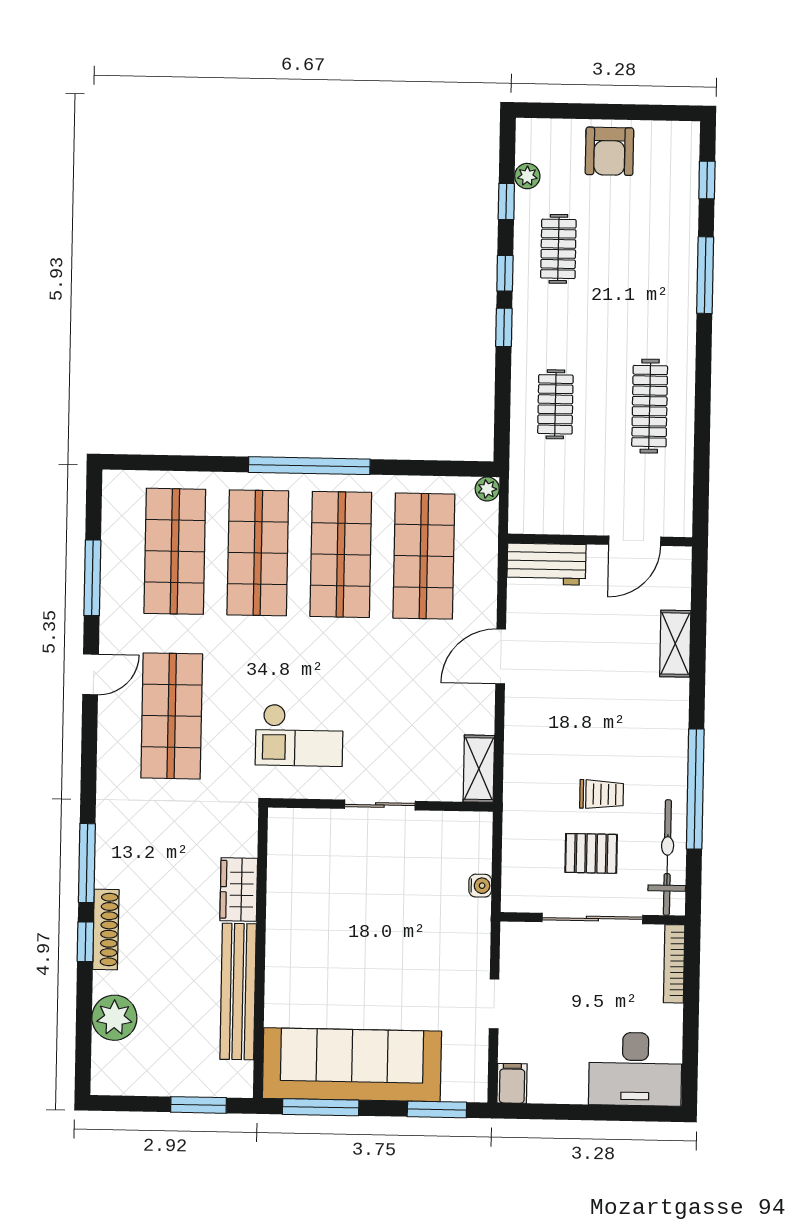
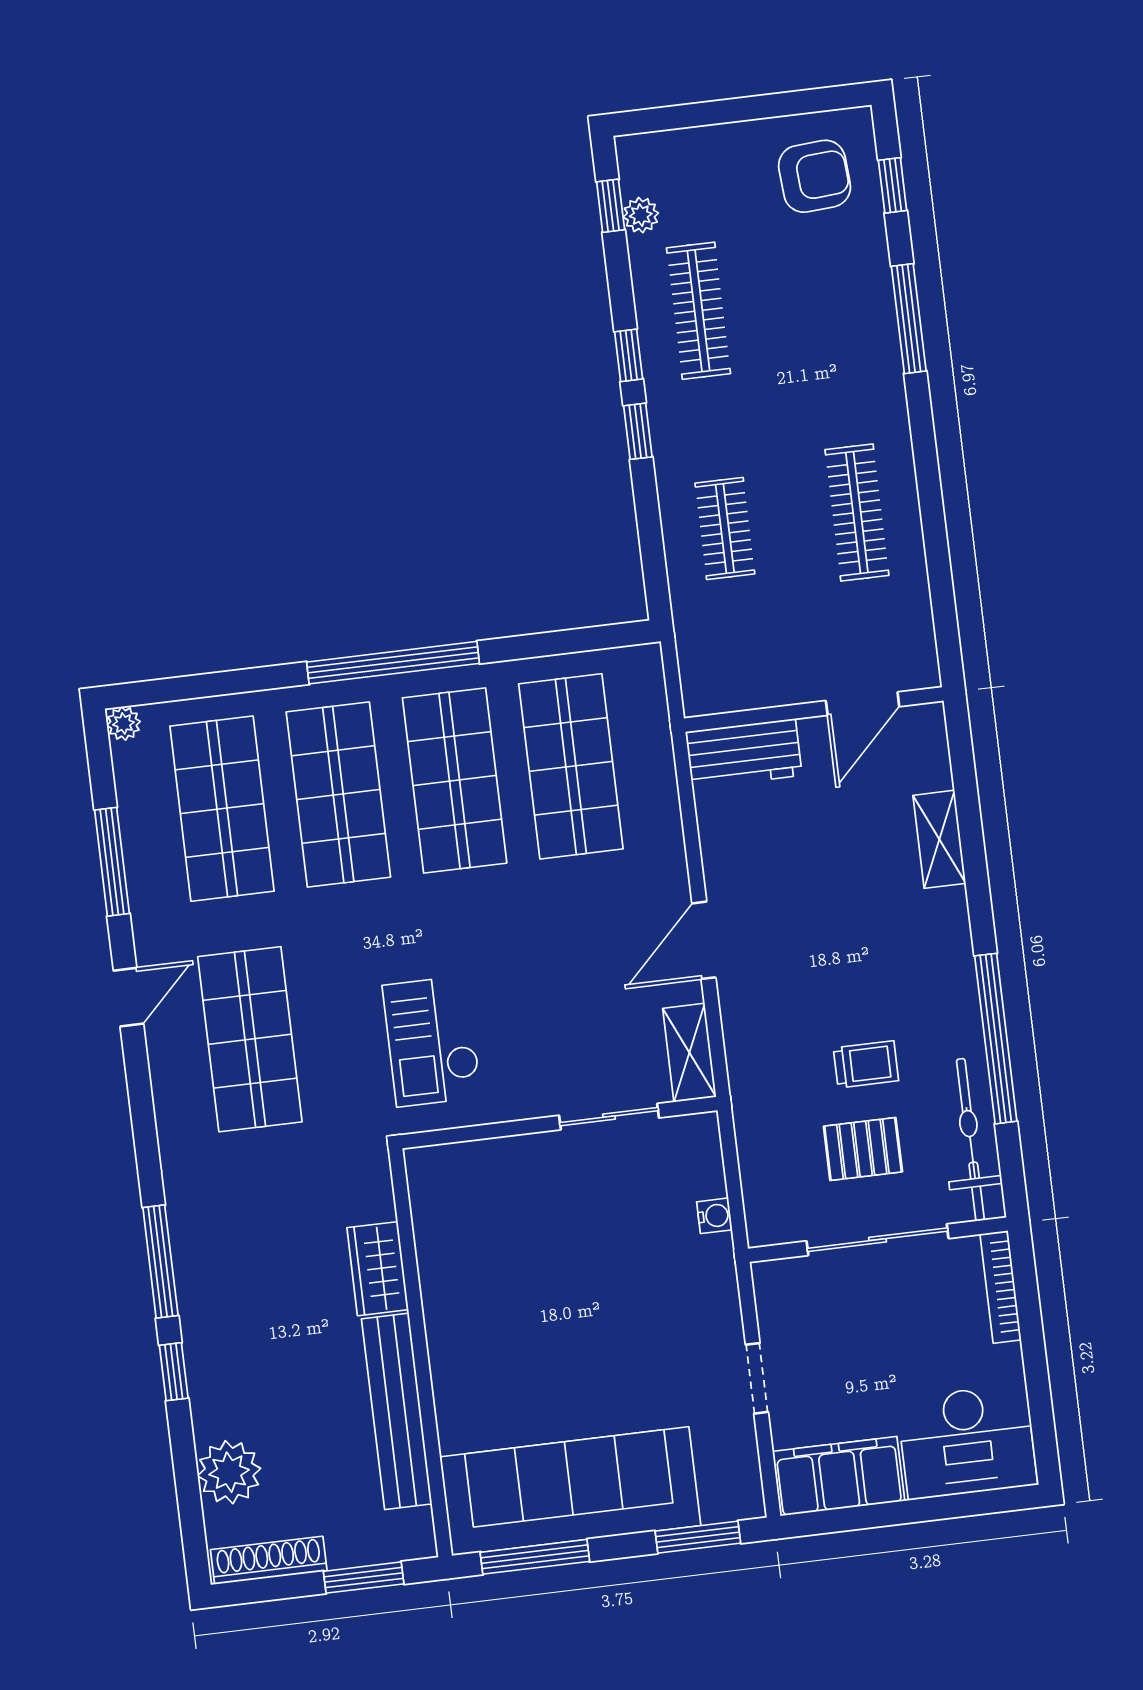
armchair: (609, 151) -> (815, 176), moved, turned -94
window: (506, 202) -> (611, 206), moved
clothes rail: (558, 249) -> (699, 311), width x1.36
plant: (487, 489) -> (123, 723), moved
door: (501, 656) -> (704, 940), moved
checkout: (299, 735) -> (432, 1041), turned 90
sliding door: (380, 805) -> (609, 1117), moved
shoe rack: (106, 929) -> (269, 1560), moved, turned -90
filing cabinet: (512, 1083) -> (839, 1476), width x3.00, depth x1.17

